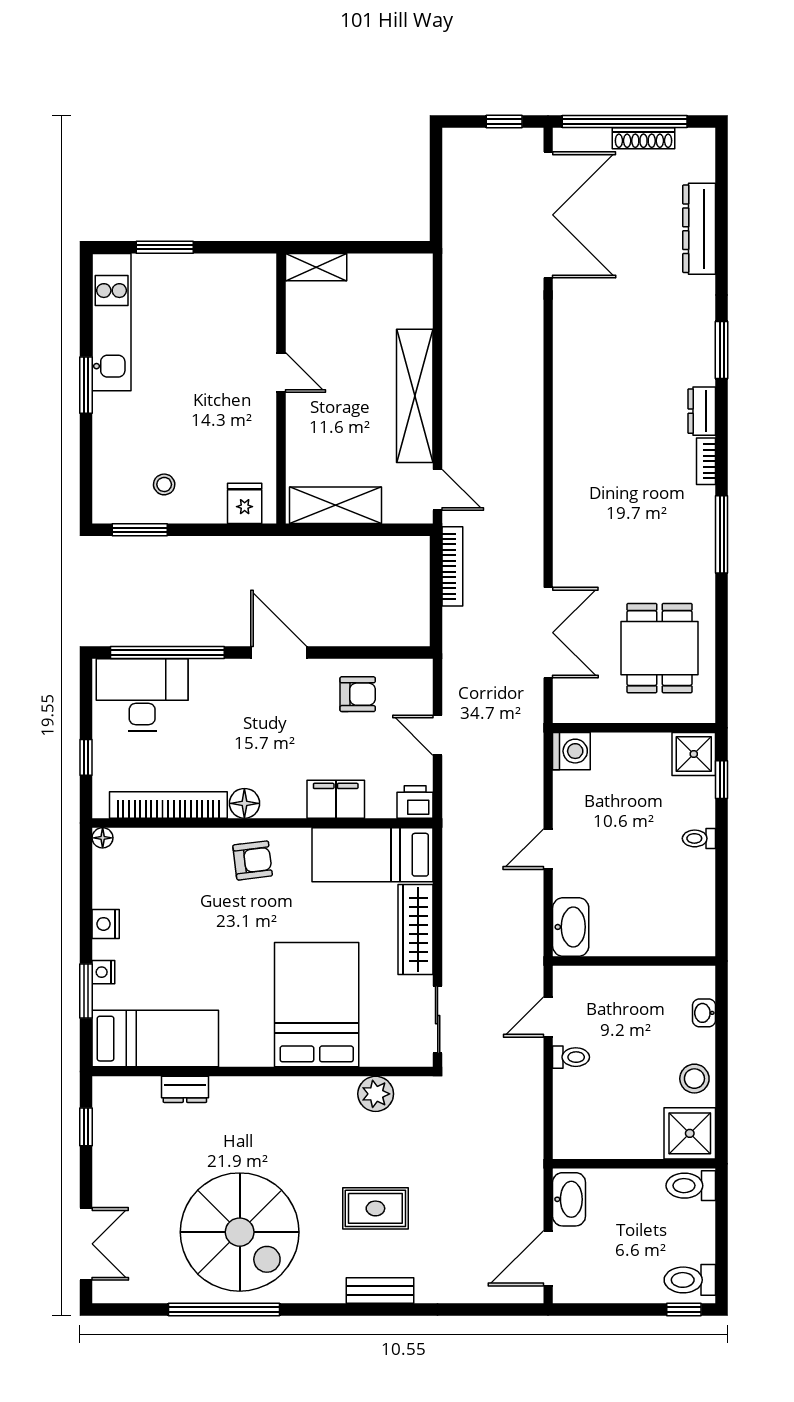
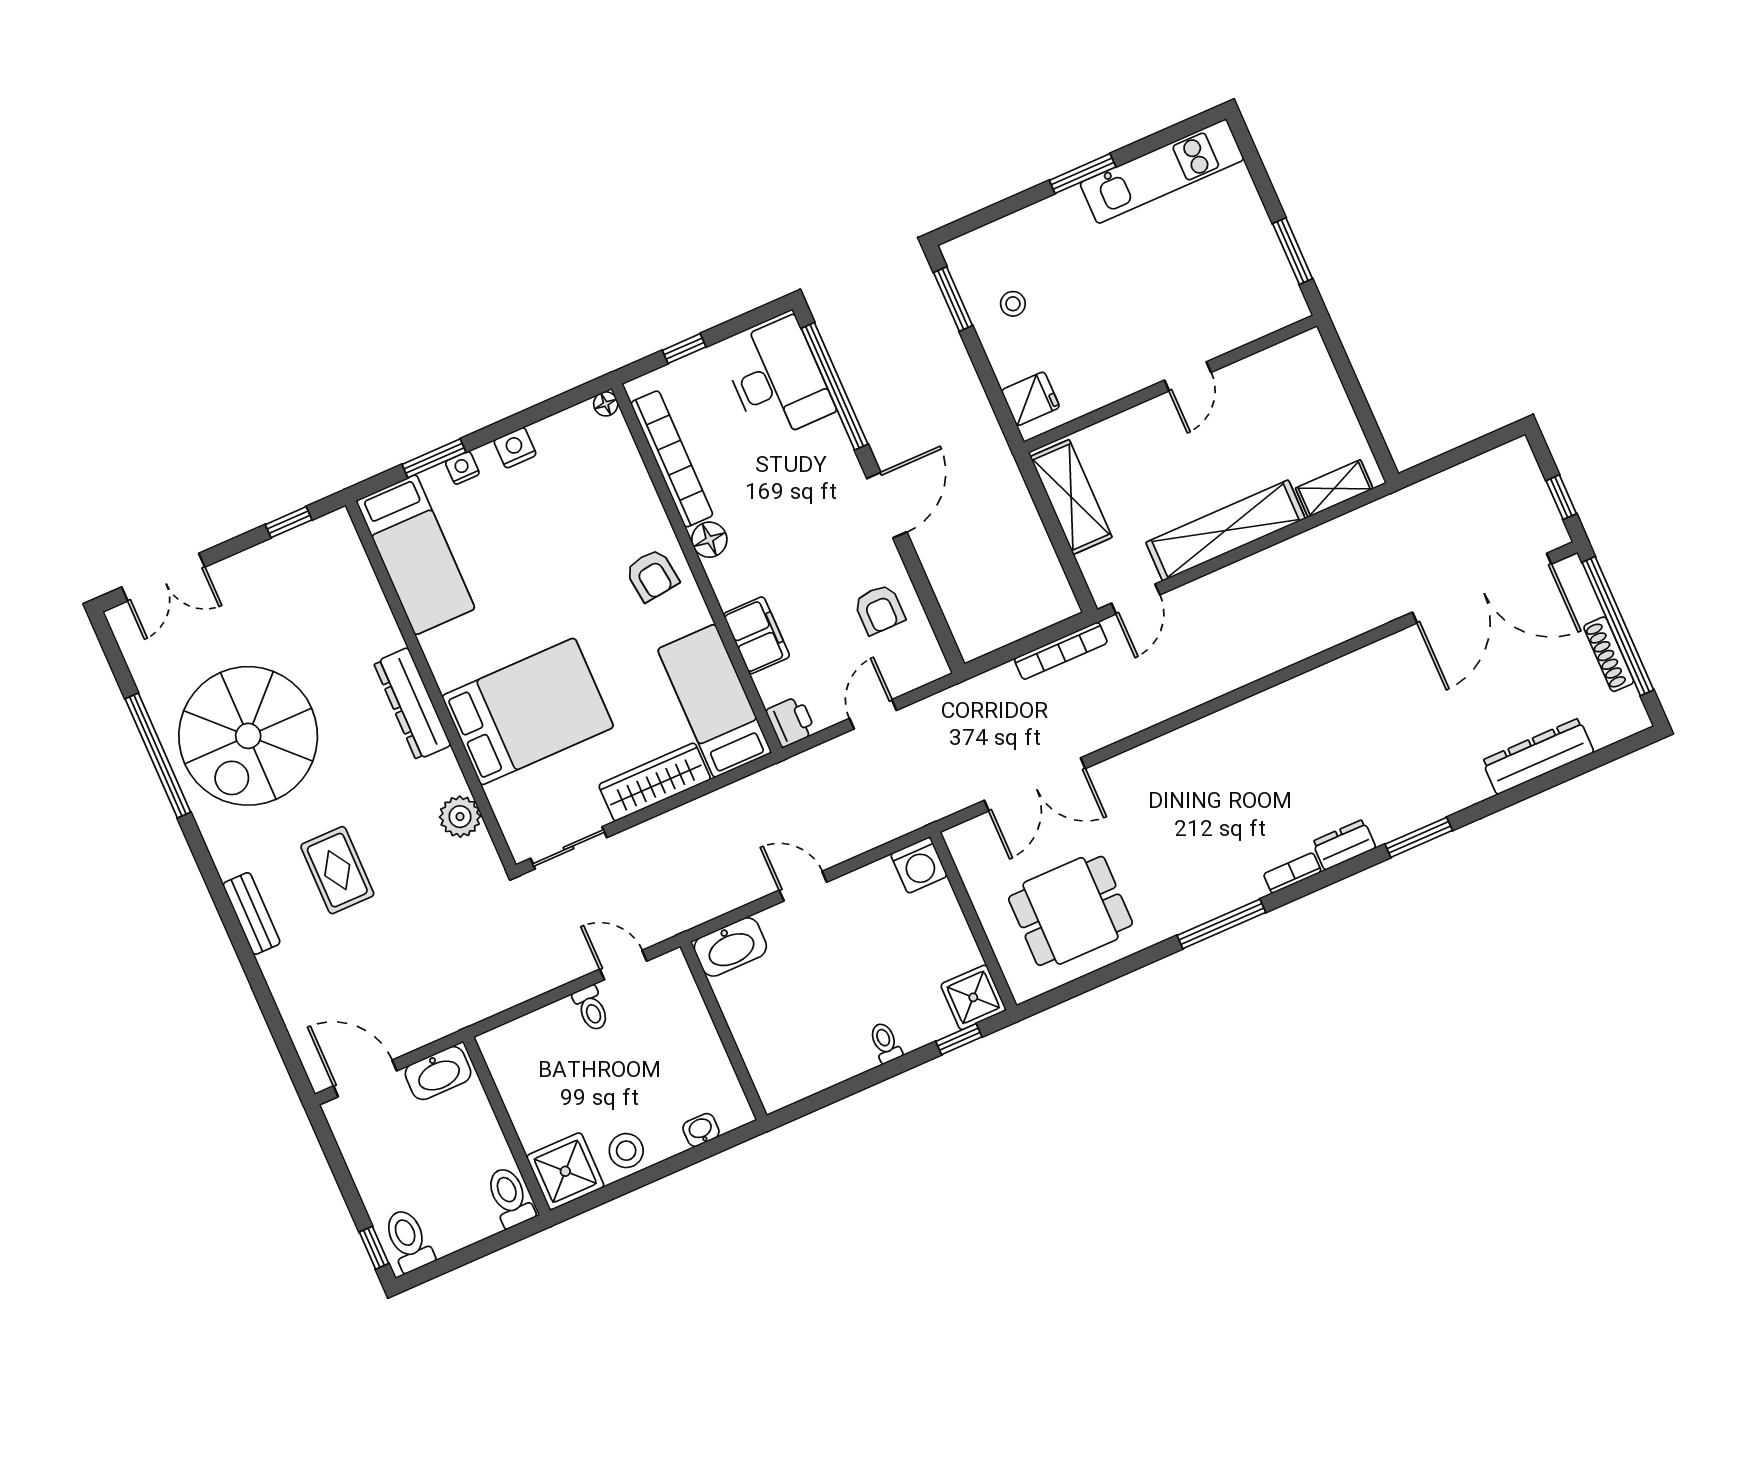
window: (165, 247) -> (1293, 251), moved
shelving: (316, 267) -> (1334, 488), moved, turned 90
dresser: (185, 1089) -> (412, 704), moved, width x1.96, depth x1.24

